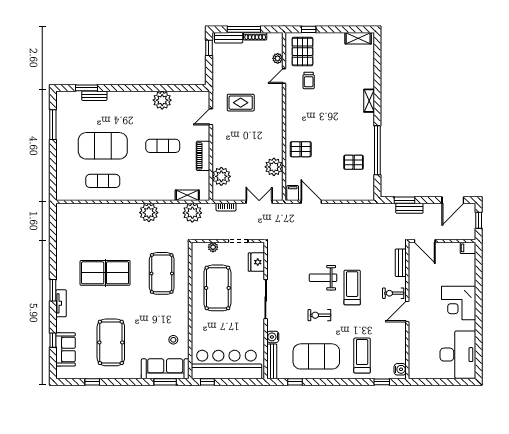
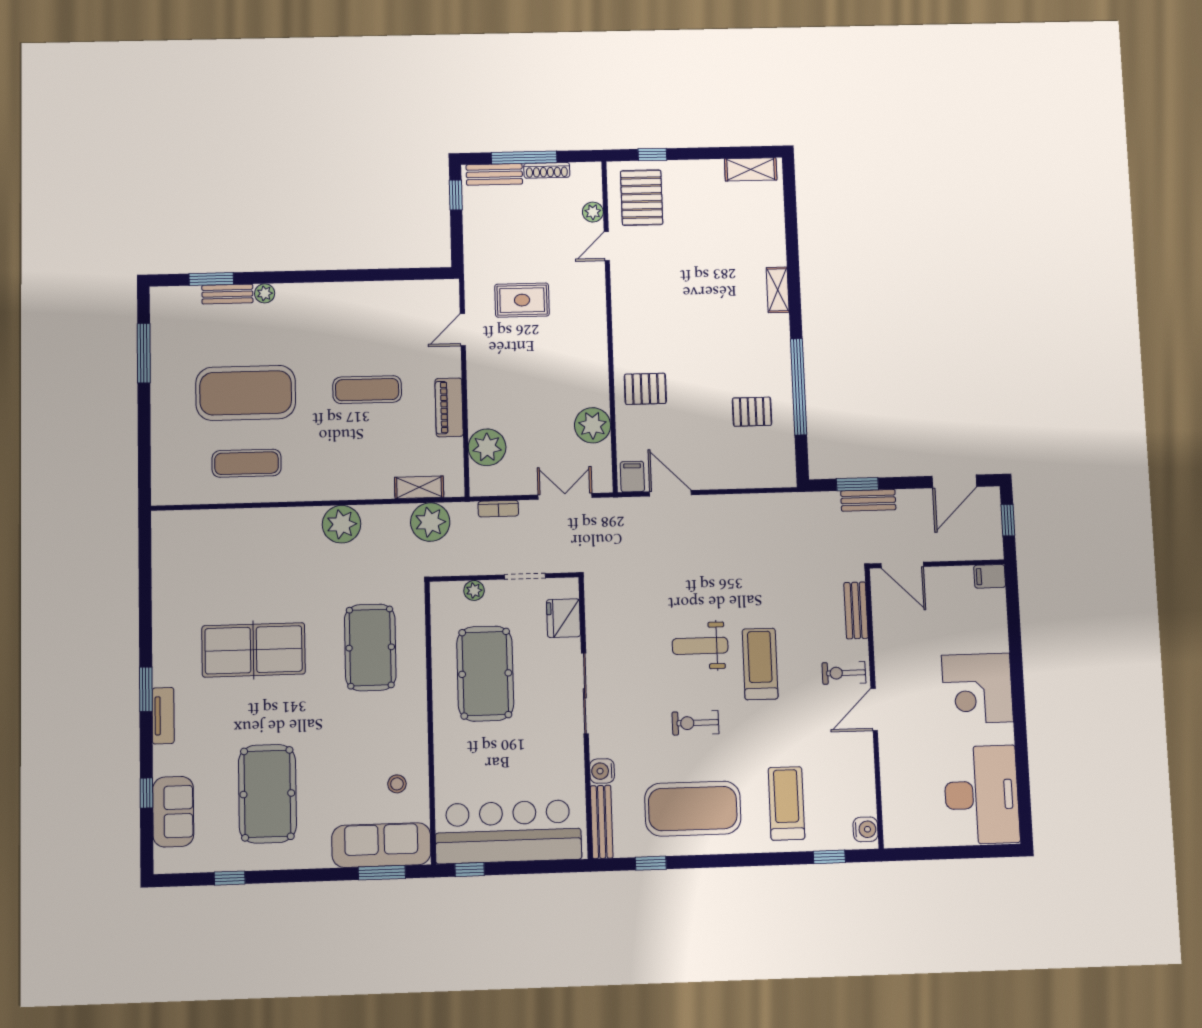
trolley: (309, 81) -> (656, 254), removed
plant: (162, 100) -> (265, 293), moved, width x0.53, depth x0.53

